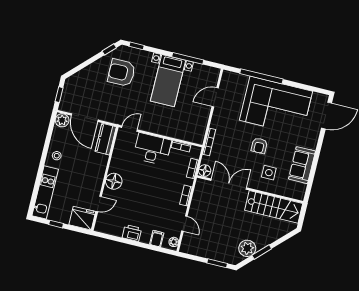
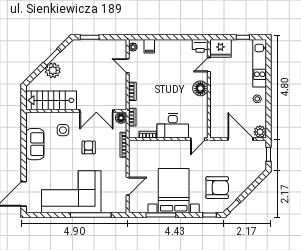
bed with nightstands: (168, 81) -> (174, 191), width x1.36
kitchen counter: (106, 139) -> (217, 124), removed
armchair: (259, 146) -> (89, 147), moved
printer: (132, 233) -> (200, 46), moved
plant: (247, 248) -> (53, 70), moved

